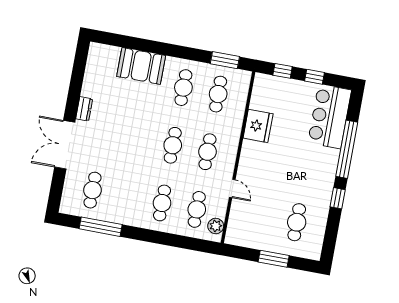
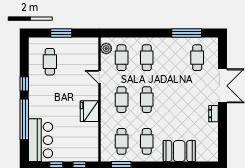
fridge: (258, 126) -> (89, 111), moved

